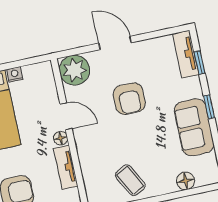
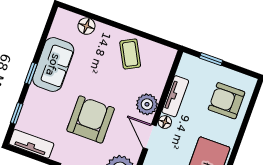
tv unit: (186, 54) -> (31, 144), moved, turned -90
armchair: (129, 99) -> (91, 119), width x1.36, depth x1.36
plant: (87, 144) -> (147, 104), added

